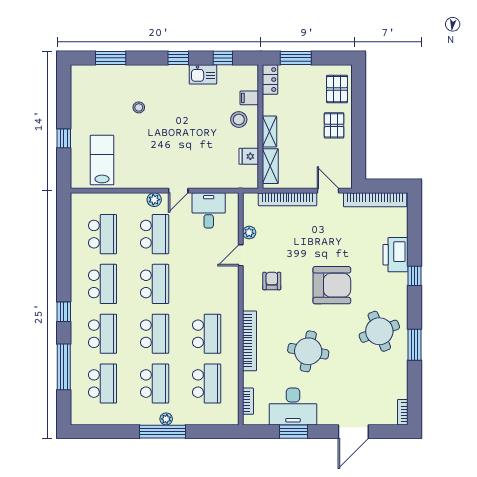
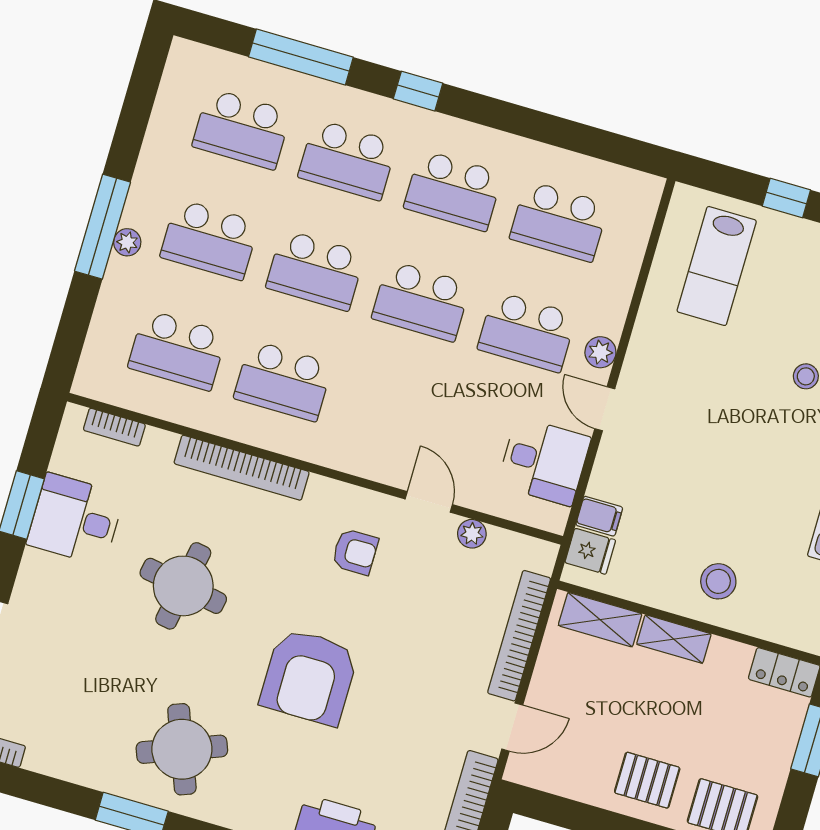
filing cabinet: (249, 98) -> (599, 516), moved, turned 90
fridge: (249, 156) -> (590, 551), moved, turned 90
lab bench: (102, 160) -> (717, 266), turned 90
desk: (293, 407) -> (75, 519), width x0.73

